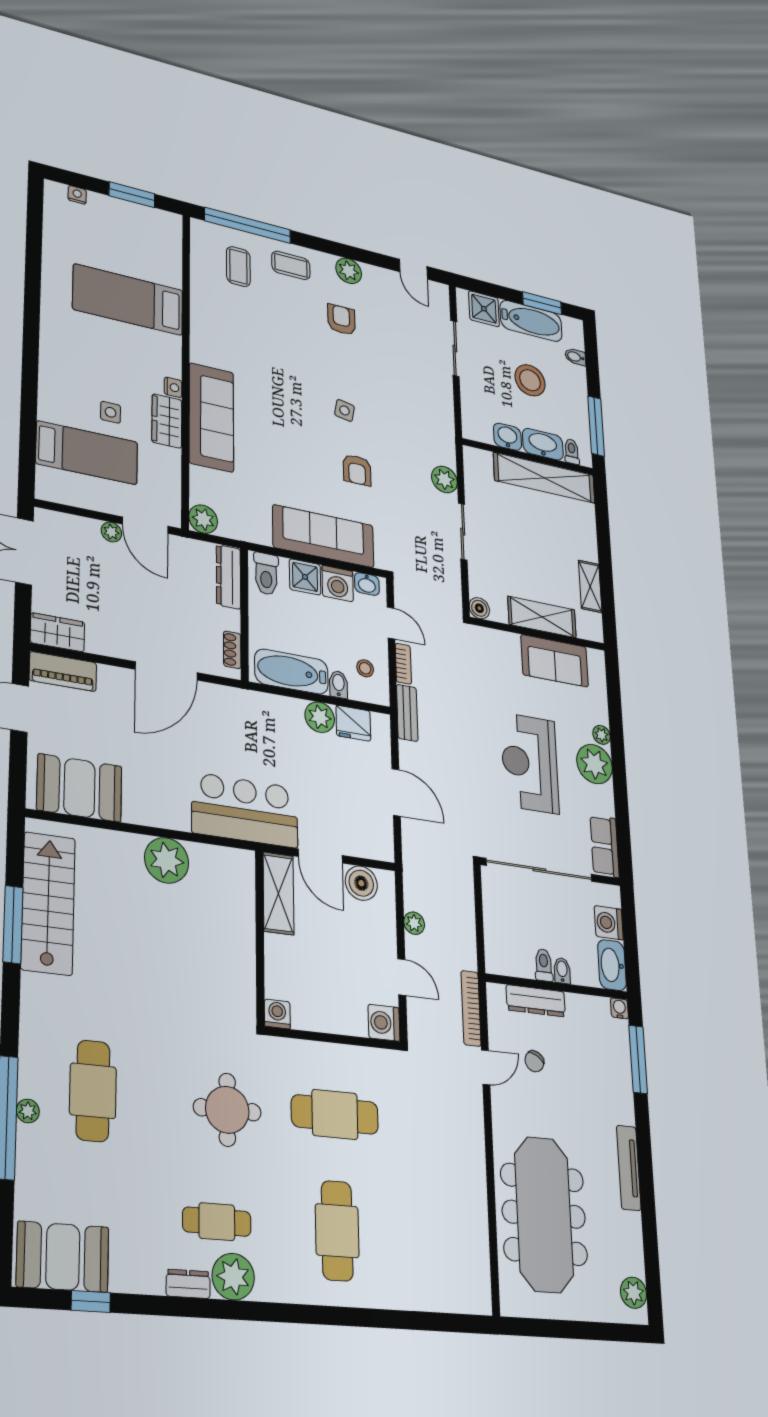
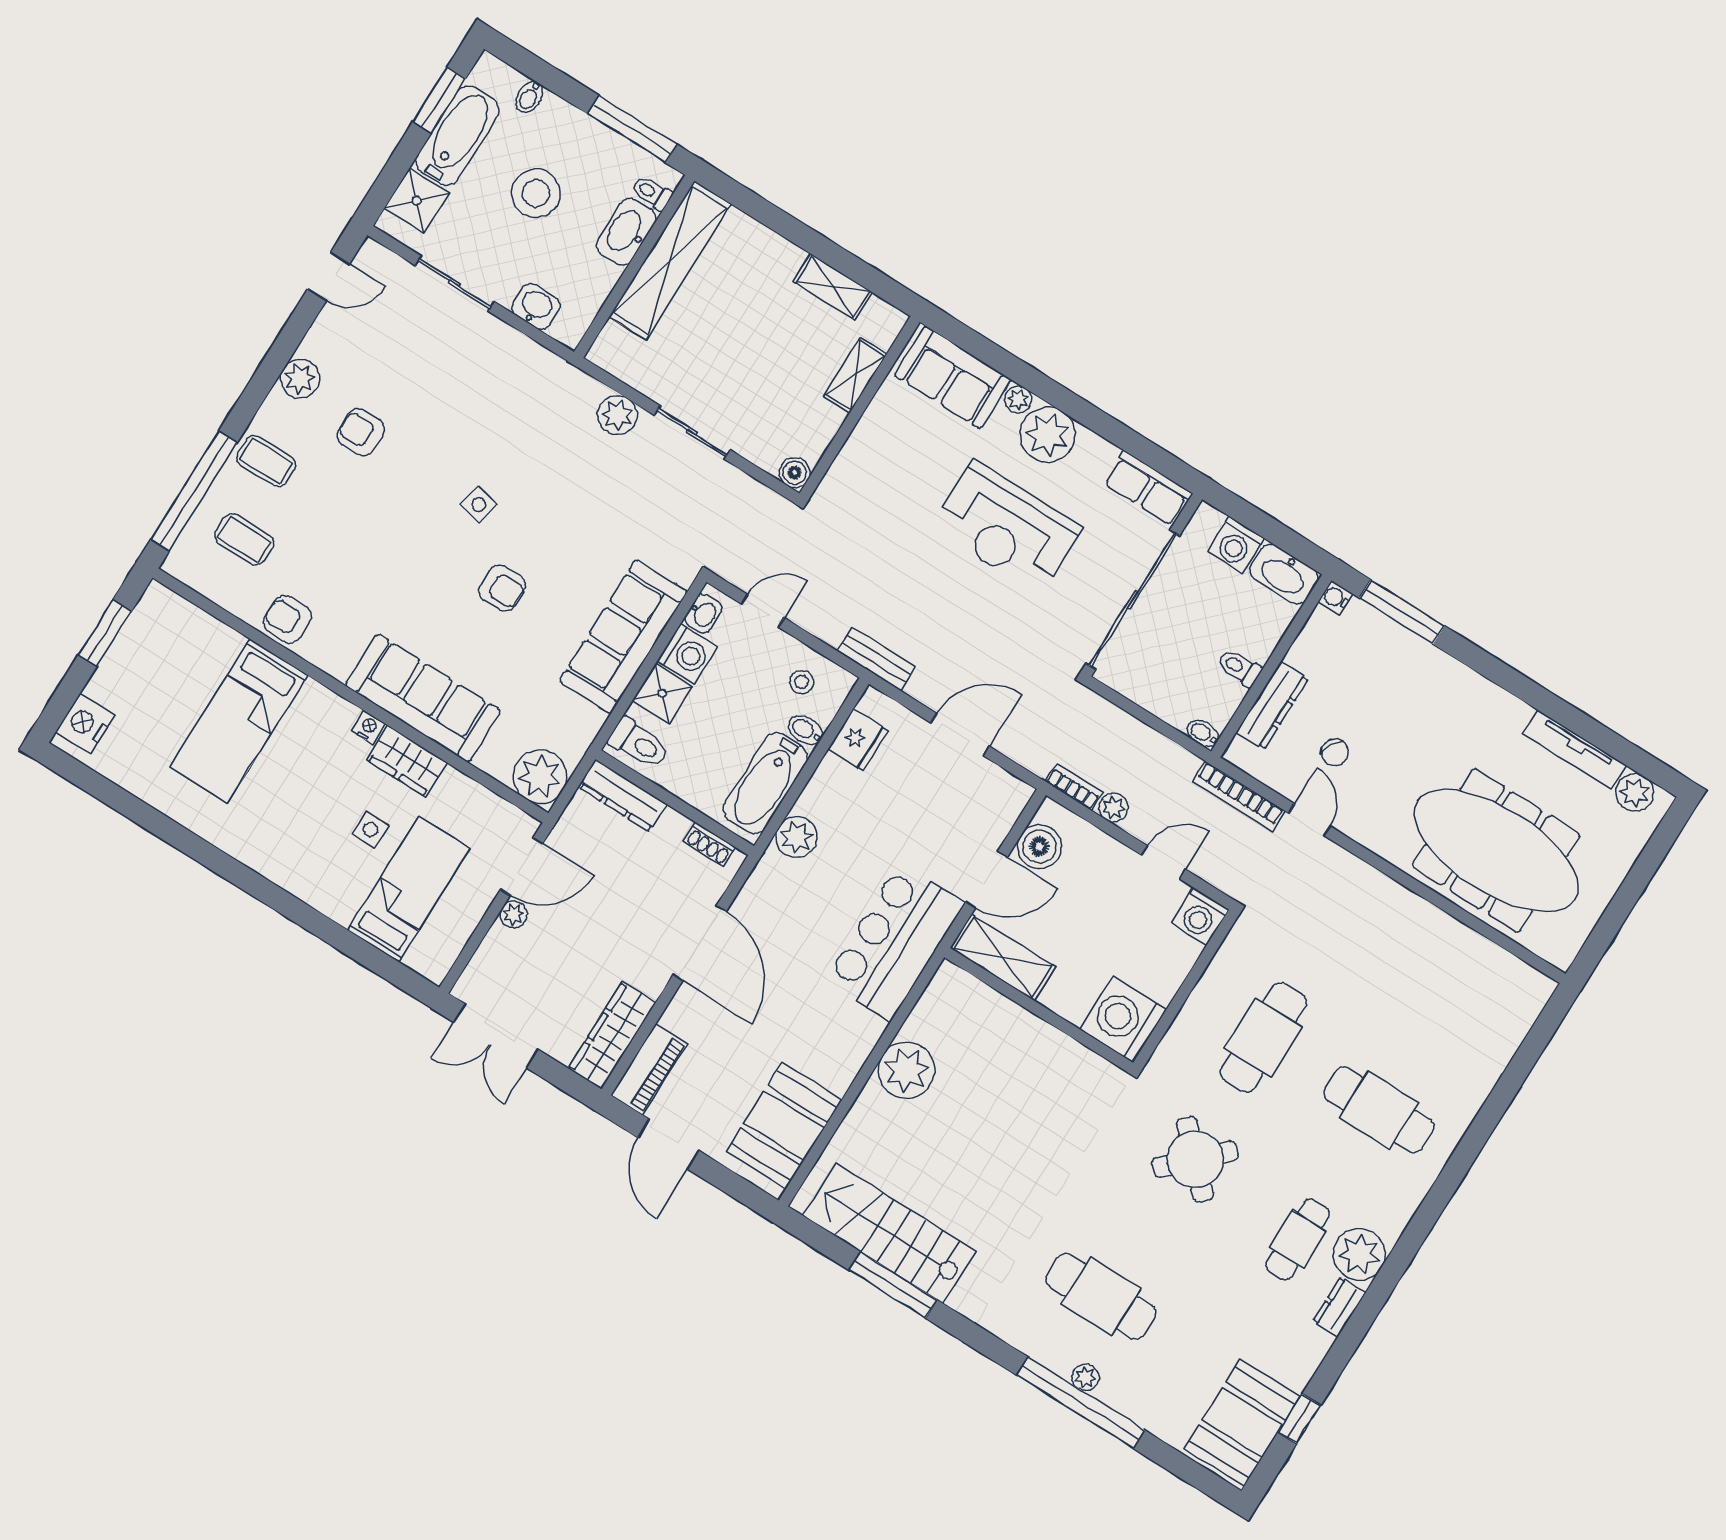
nightstand: (77, 195) -> (85, 724), width x1.89, depth x1.79
coffee table: (291, 265) -> (266, 461), turned 90
armchair: (208, 311) -> (287, 619), added
washbasin: (507, 437) -> (536, 306), moved, turned 90
armchair: (357, 470) -> (502, 588), moved
plant: (203, 519) -> (540, 777), width x1.36, depth x1.36
shelving: (542, 617) -> (855, 375), width x0.67, depth x0.75
wardrobe: (58, 632) -> (612, 1035), width x1.50
sofa: (555, 661) -> (953, 377), moved, turned 90
bookcase: (403, 664) -> (1074, 787), moved
plant: (320, 717) -> (797, 837), moved
bidet: (562, 971) -> (1203, 733), moved
washing machine: (277, 1014) -> (1123, 1019), width x1.89, depth x1.89
round table: (227, 1110) -> (1195, 1159), turned 45
tv unit: (629, 1168) -> (1574, 749), moved

